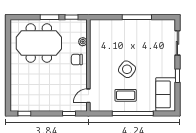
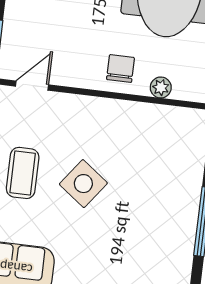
door: (88, 96) -> (32, 86), hinge flipped

